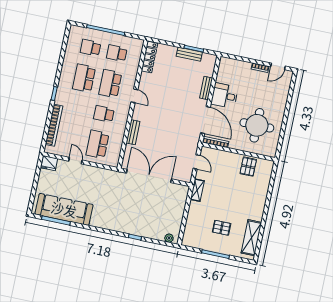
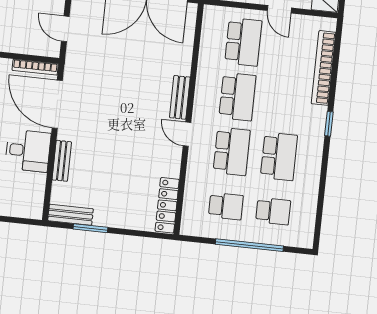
bench: (189, 54) -> (70, 215), moved
school desk: (104, 114) -> (237, 97), width x1.85
bench: (133, 132) -> (180, 97), moved

